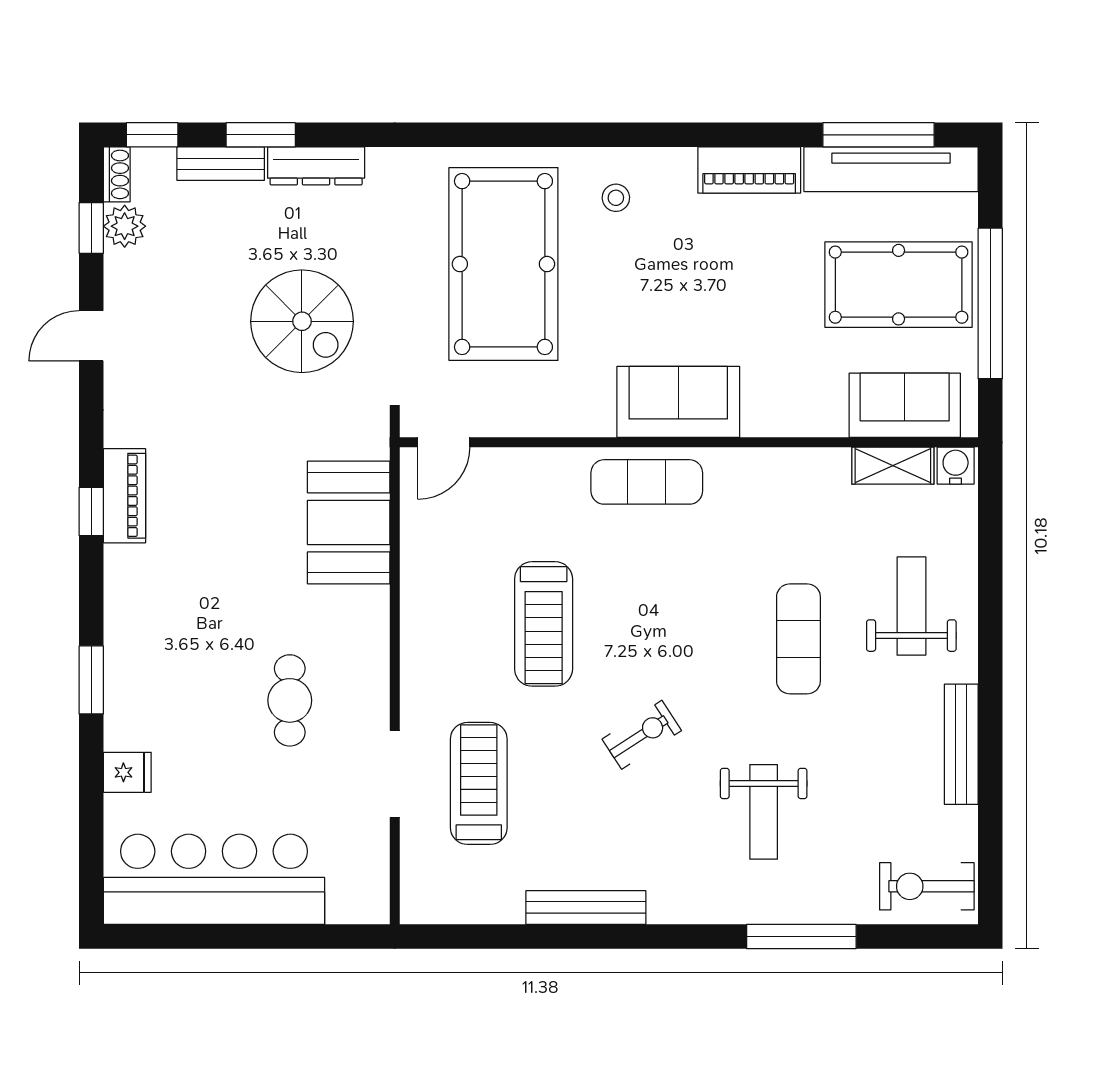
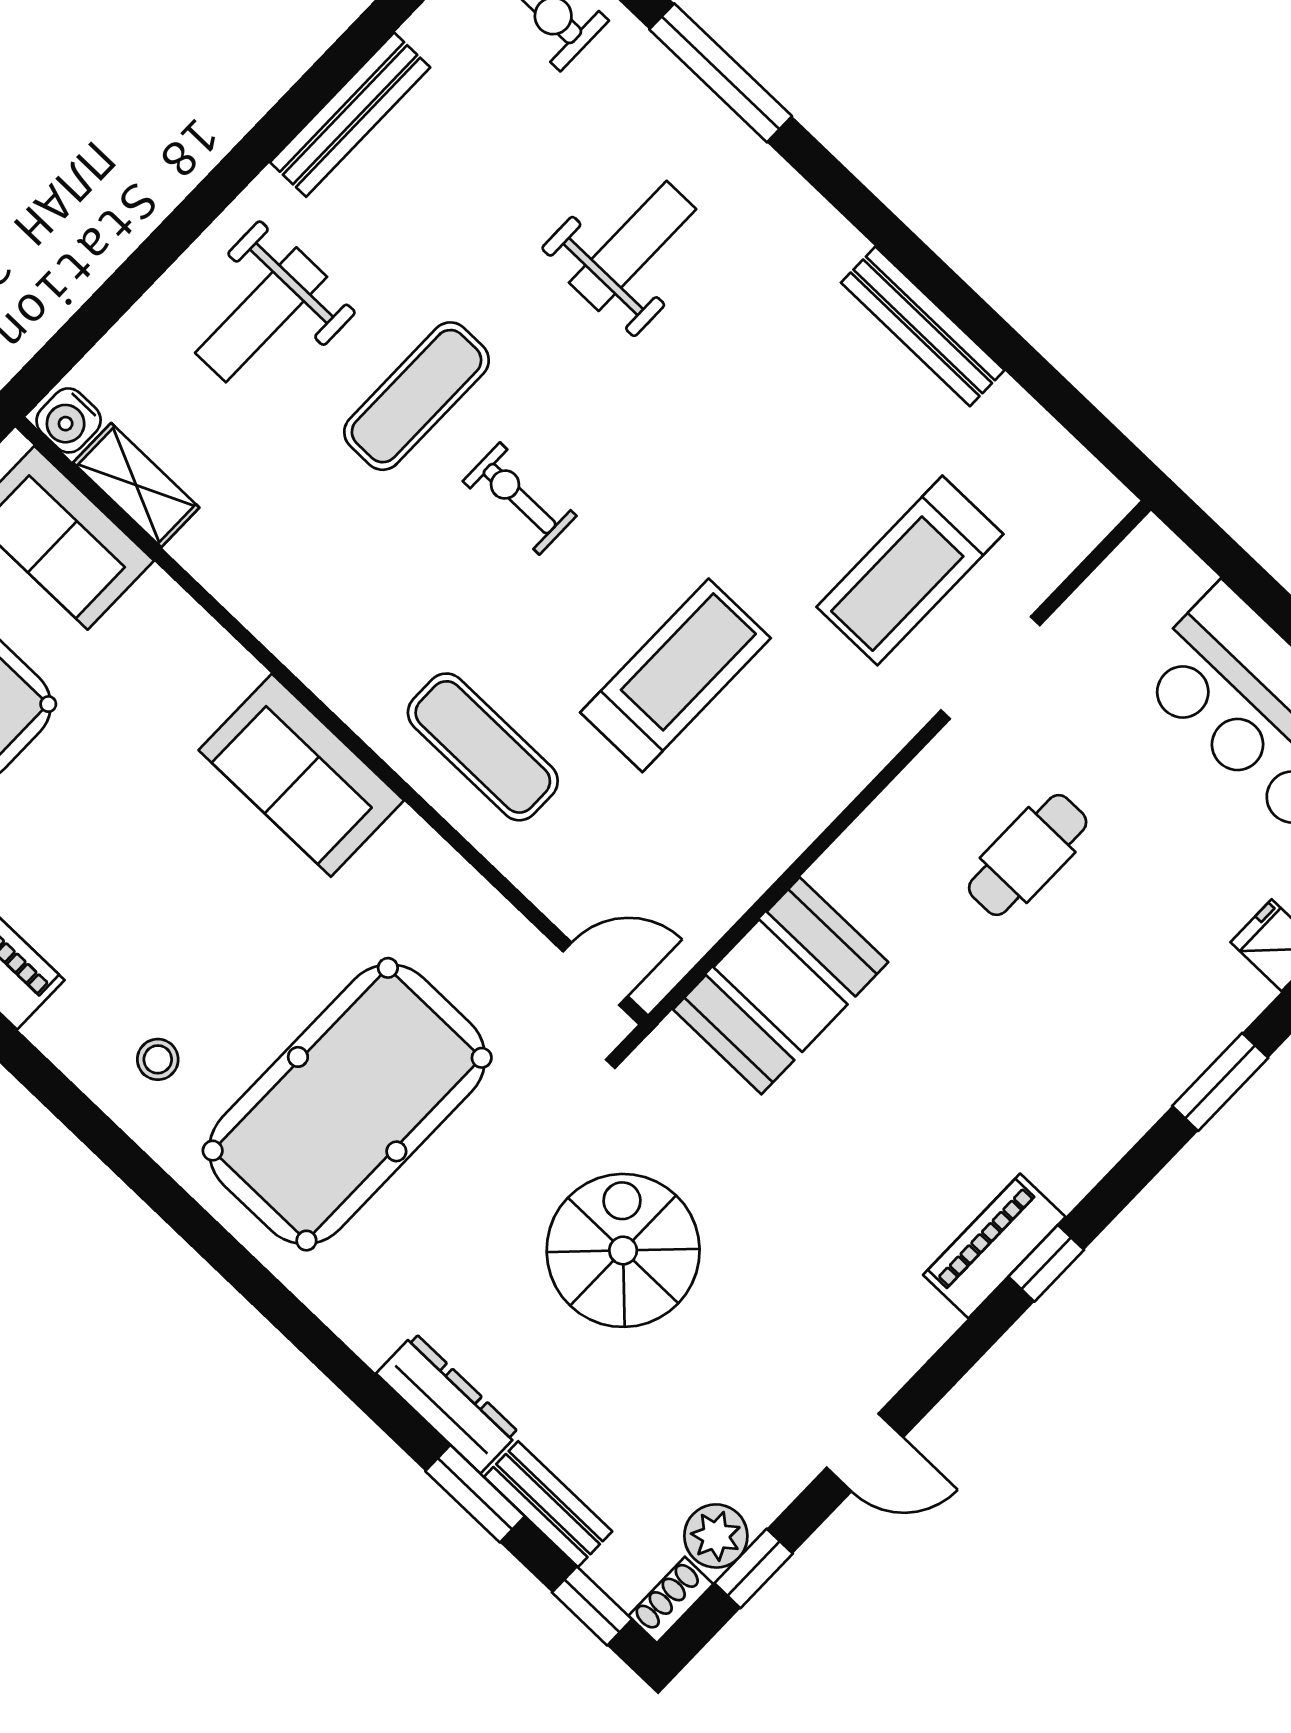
exercise mat: (647, 482) -> (483, 747), moved
exercise bike: (642, 735) -> (520, 499), moved, turned 33

